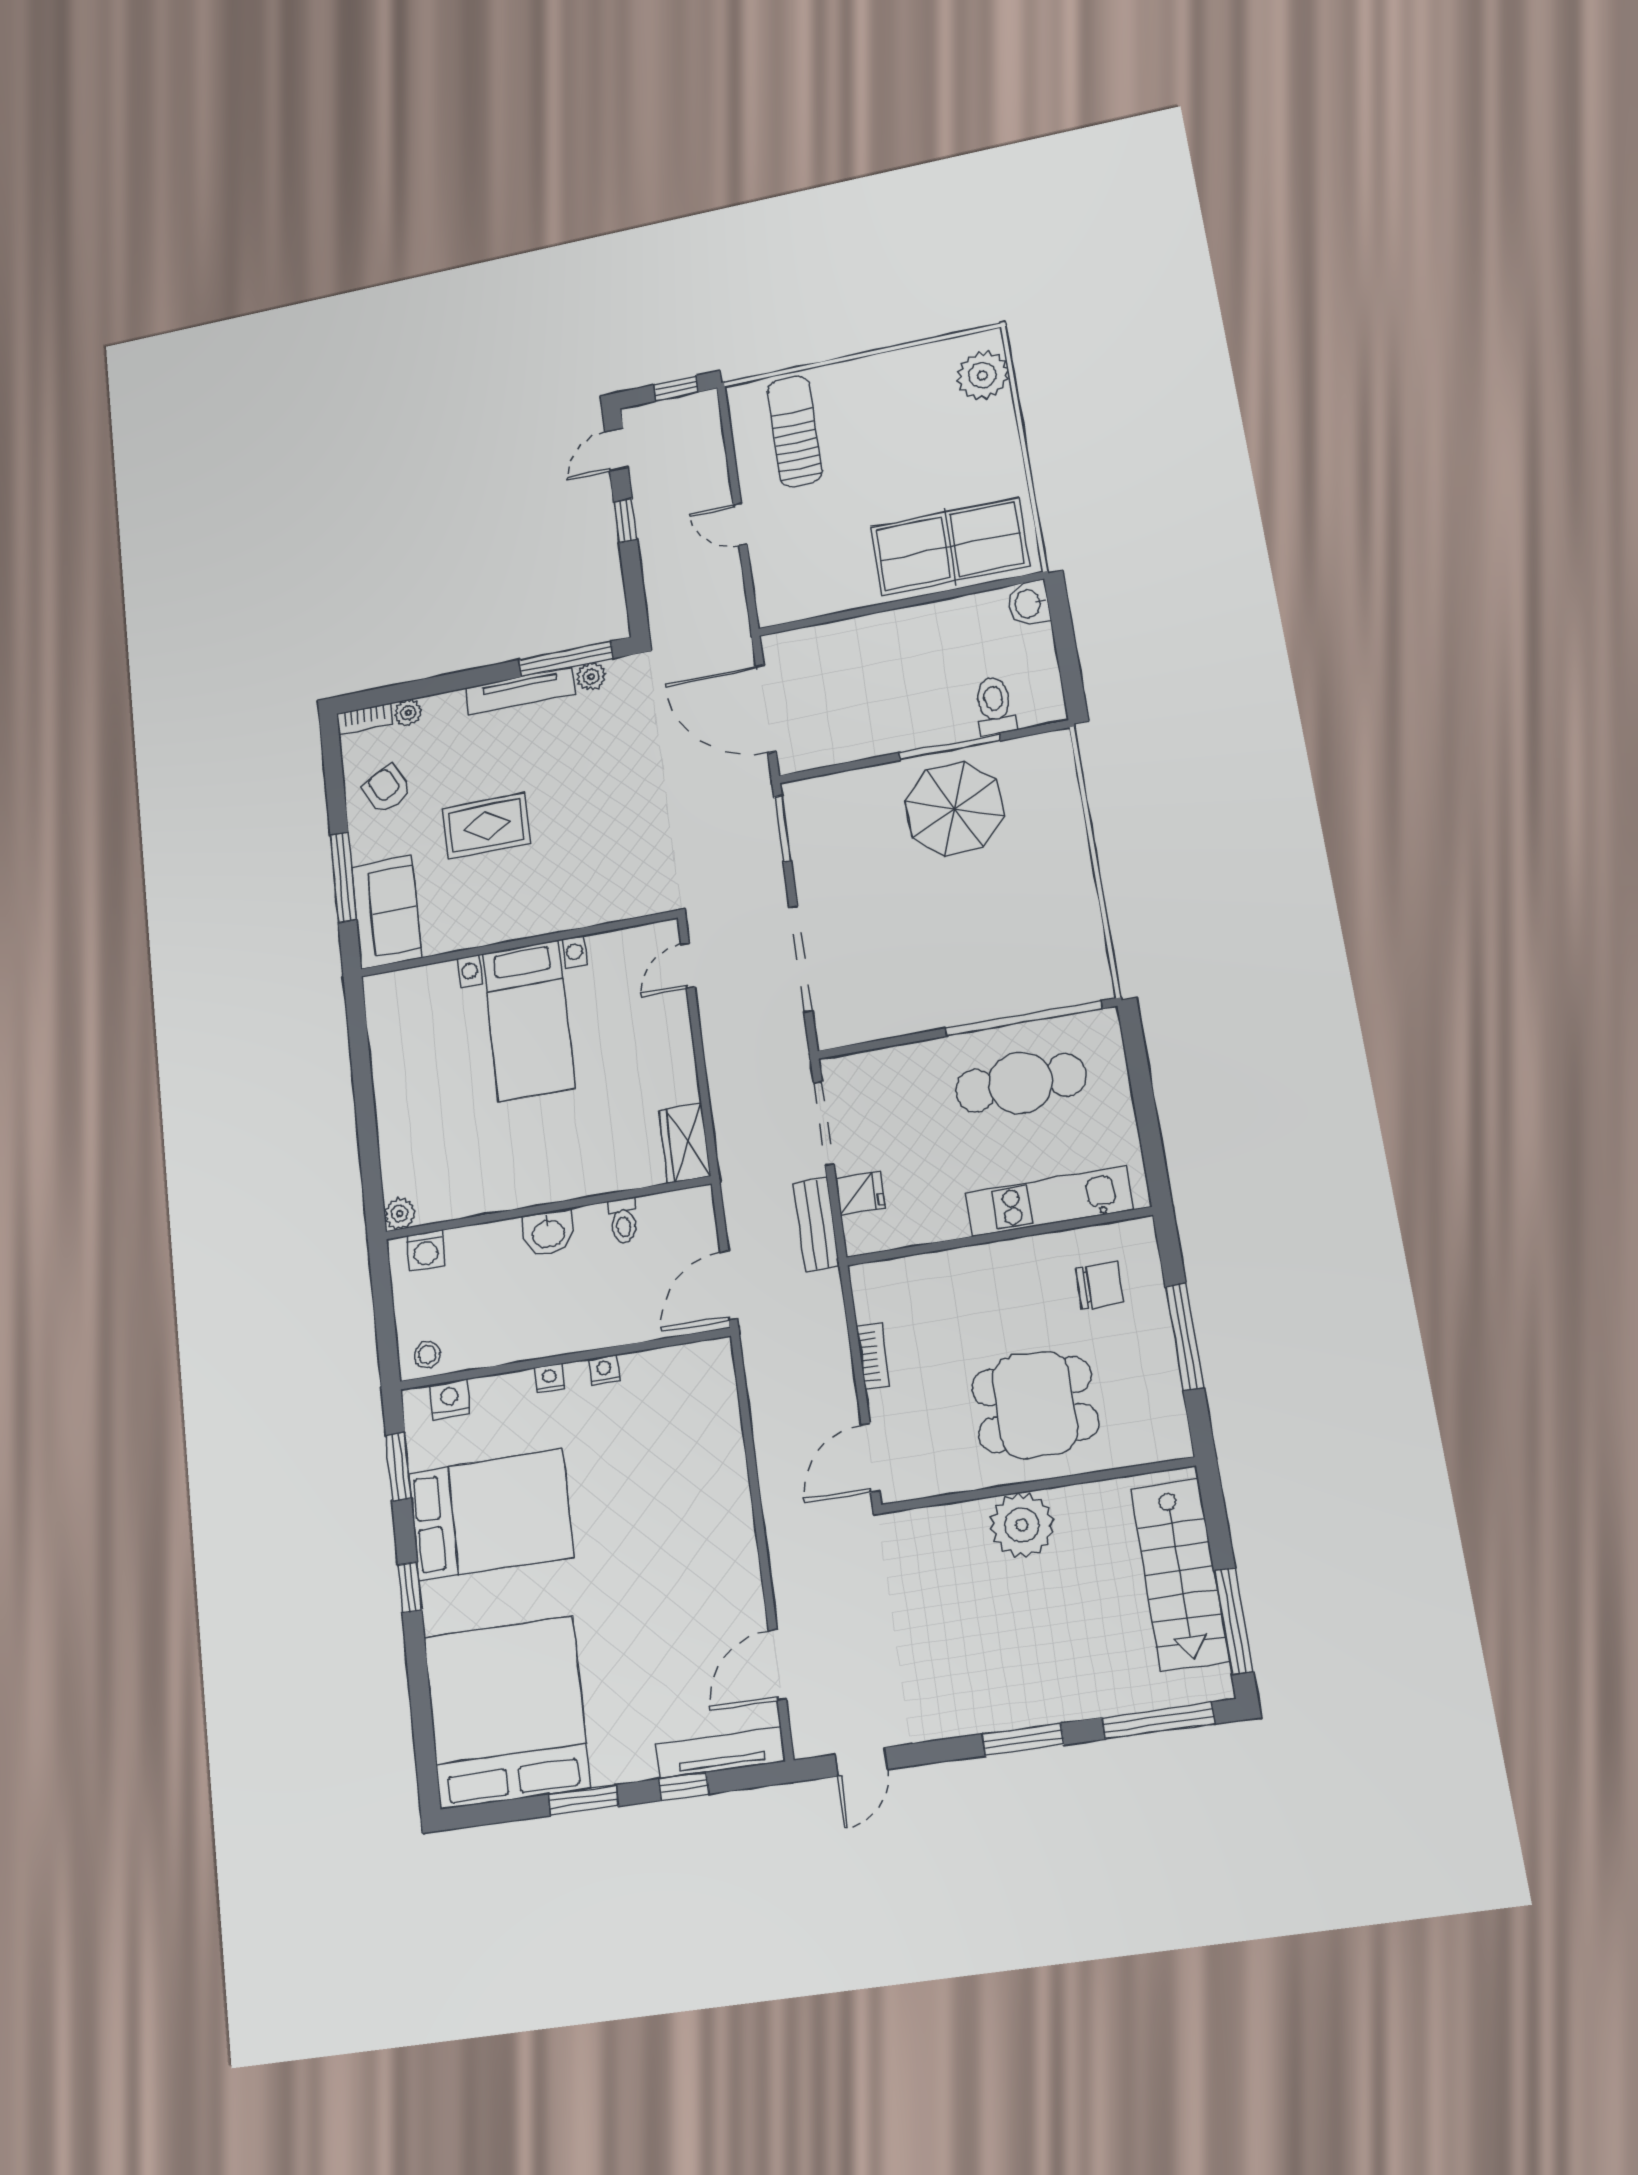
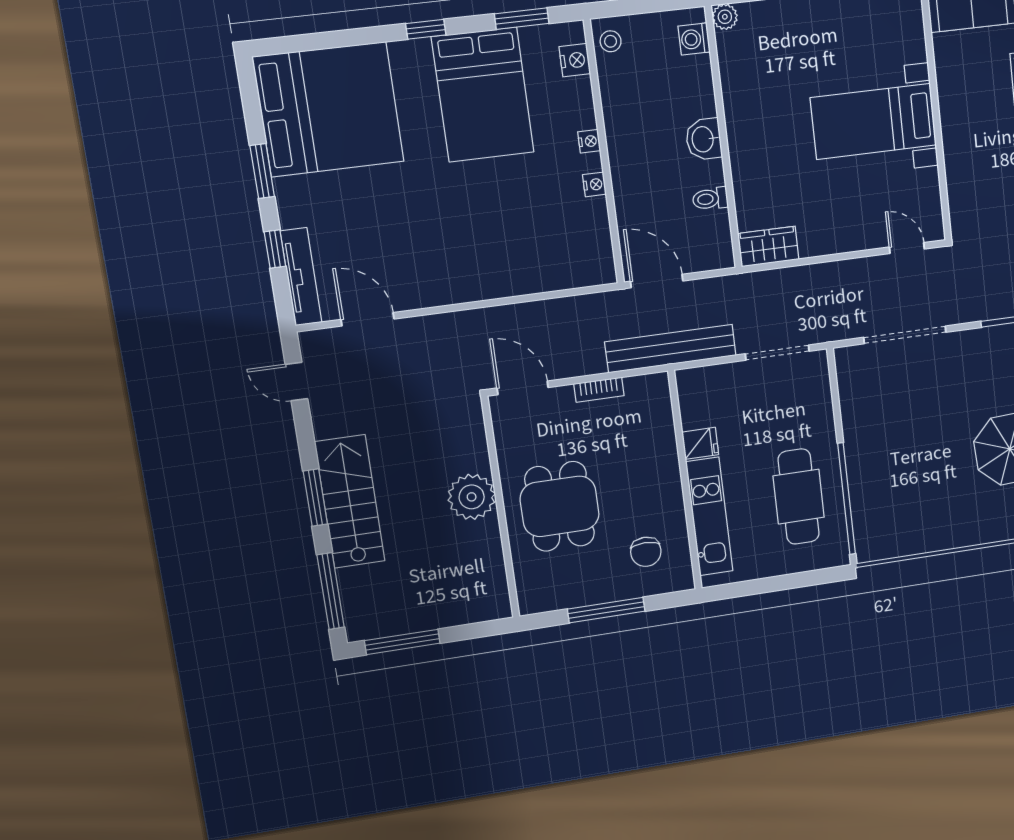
fridge: (860, 1193) -> (700, 443), moved, turned -90
bench: (816, 1224) -> (671, 349), width x1.86, depth x1.21
stairs: (1180, 1574) -> (350, 502), moved, turned 90

